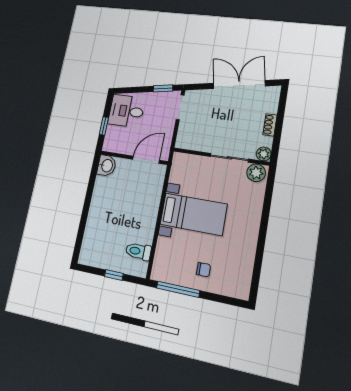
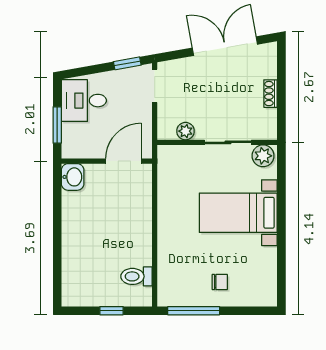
window: (104, 126) -> (57, 125), width x1.50
plant: (264, 154) -> (185, 131), moved
bed with nightstands: (193, 214) -> (238, 213), moved, turned 180

